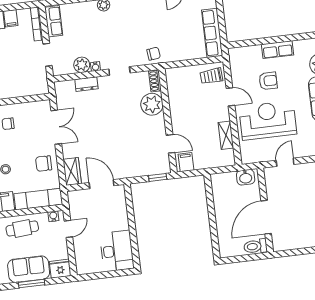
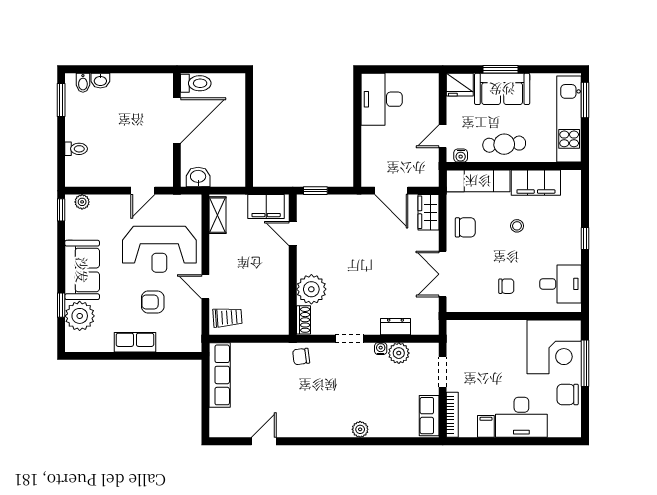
shelving: (226, 135) -> (218, 215), moved
filing cabinet: (186, 162) -> (266, 207), width x2.00

